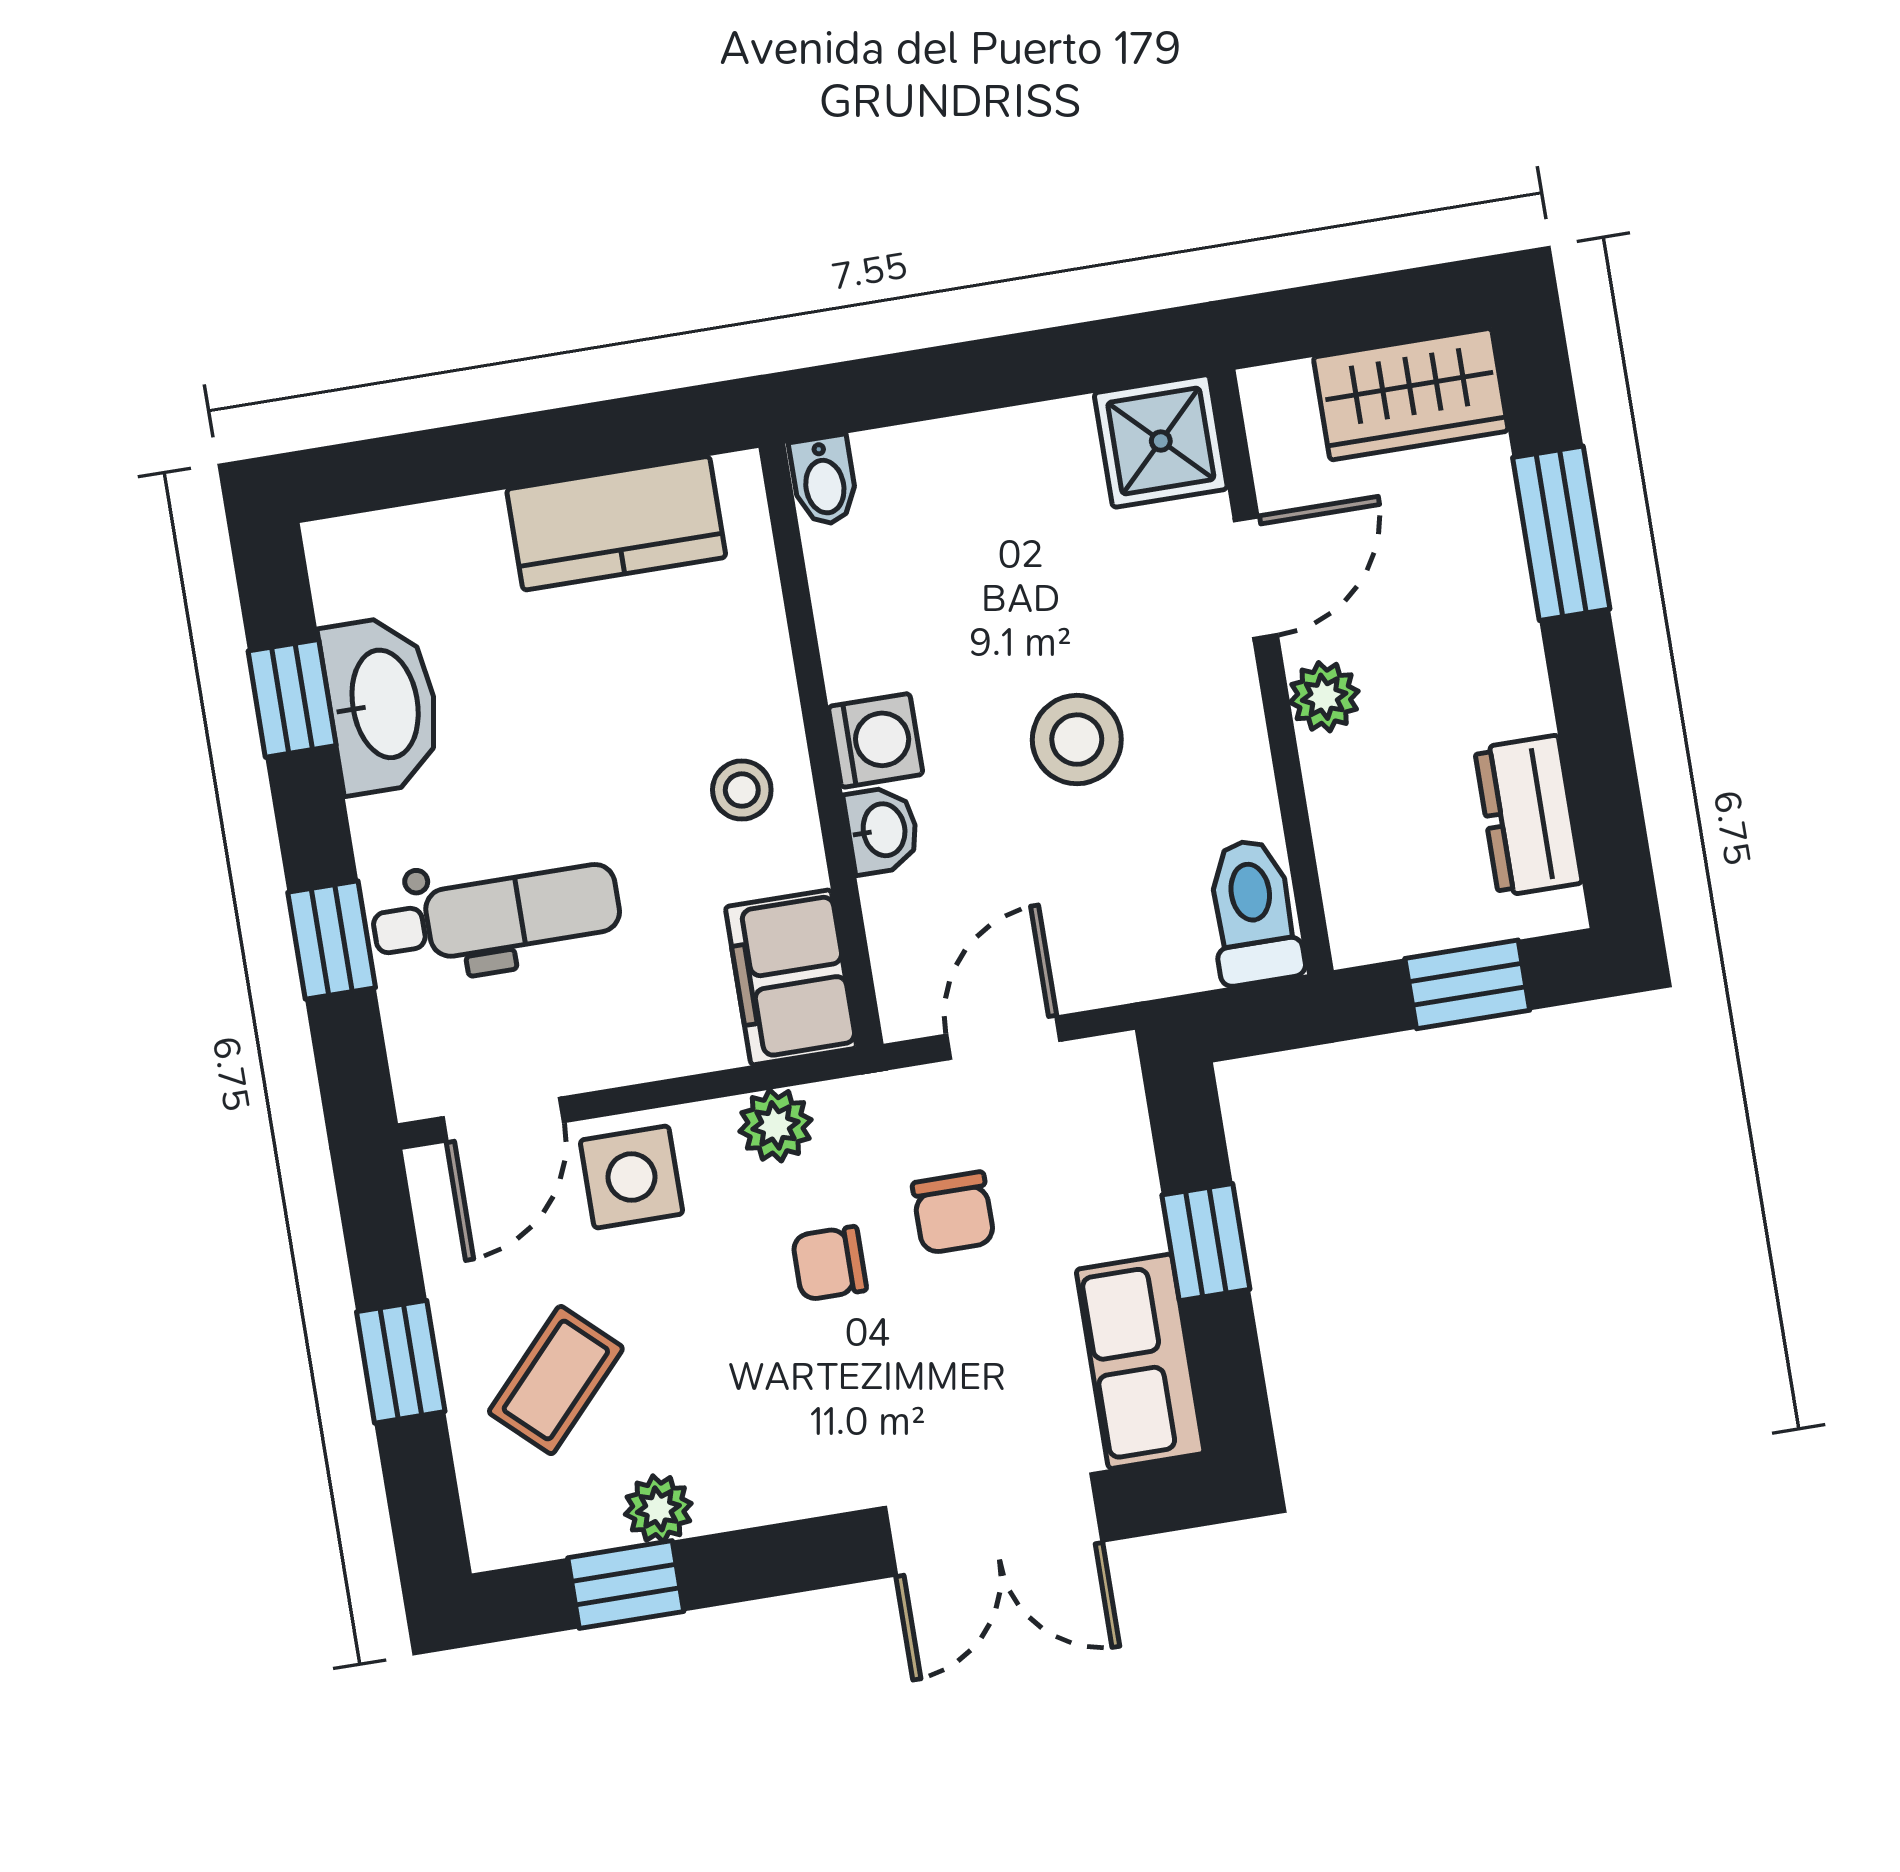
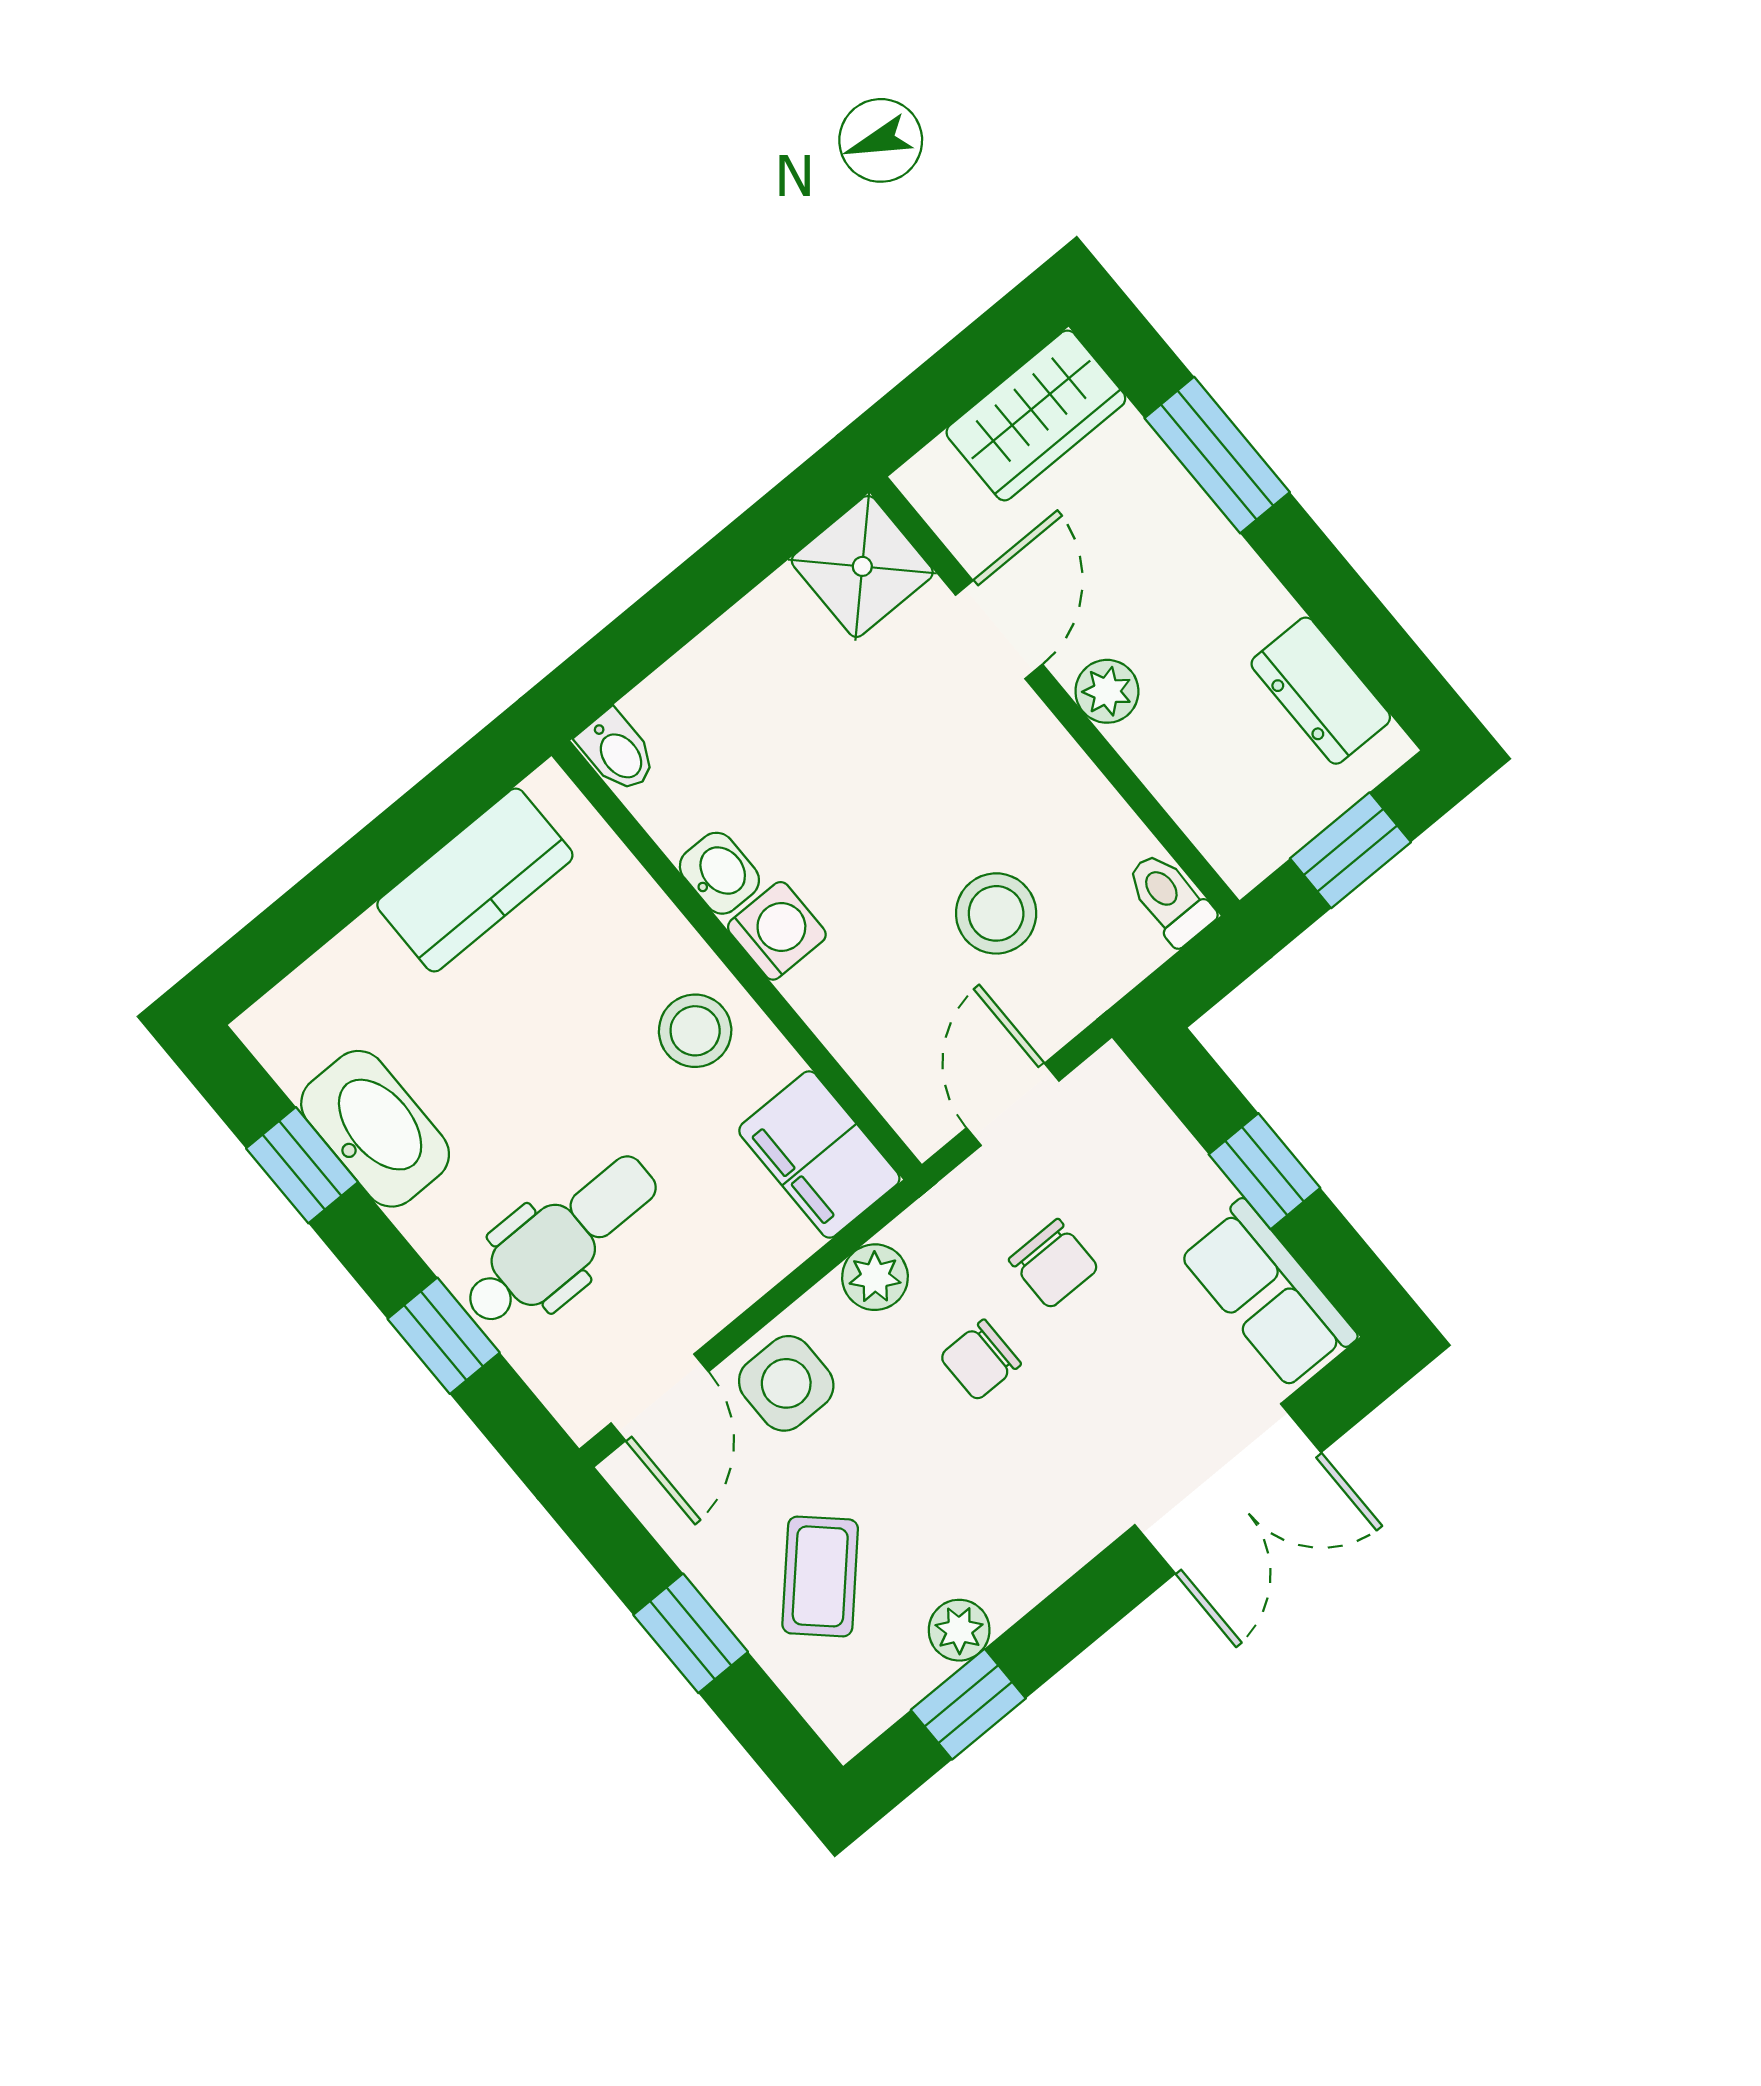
stool: (1077, 740) -> (996, 913), moved
stool: (742, 790) -> (695, 1031), width x1.37, depth x1.37
washbasin: (882, 830) -> (719, 873), moved
toilet: (1253, 912) -> (1170, 898), width x0.73, depth x0.72

